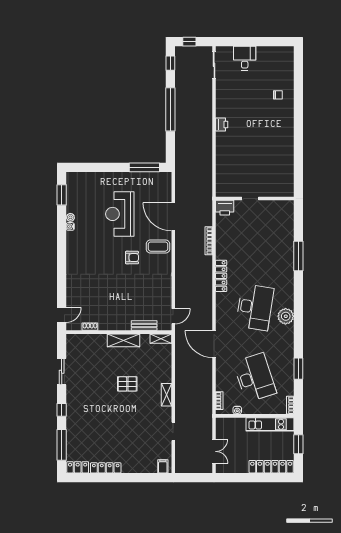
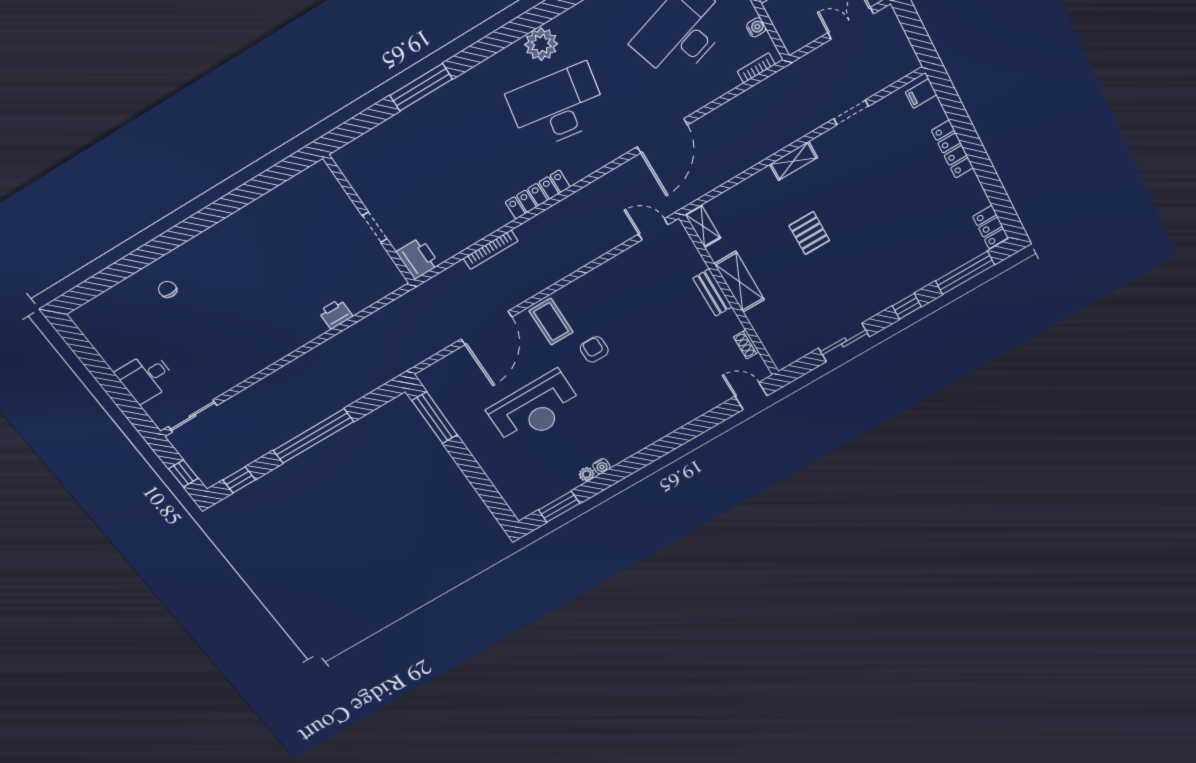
printer: (222, 124) -> (336, 314), moved
bench: (144, 326) -> (713, 293), moved
locker: (106, 468) -> (952, 149), moved

